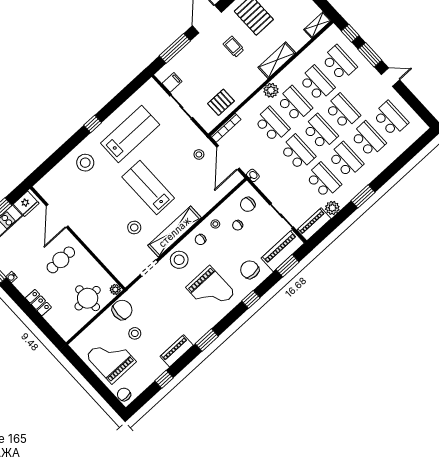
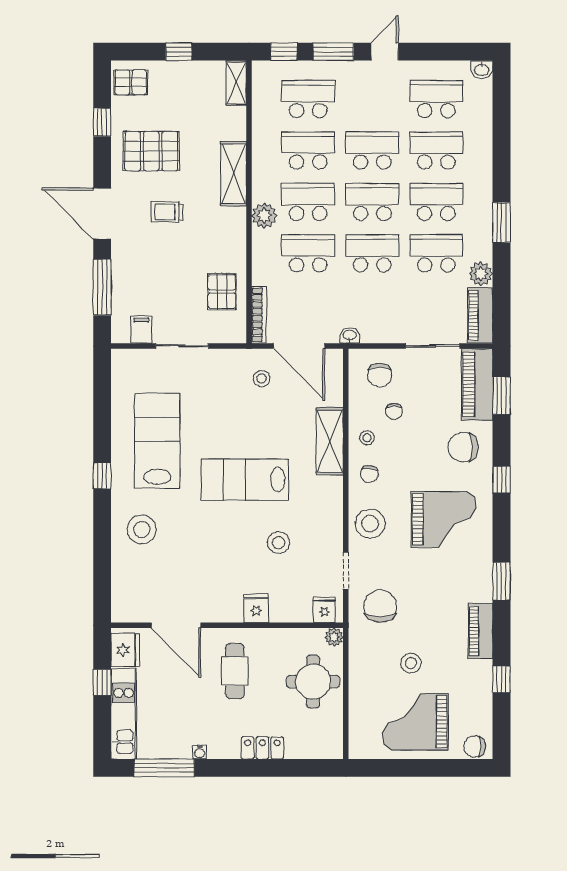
washbasin: (422, 126) -> (482, 69), added
shelving: (175, 232) -> (330, 441), moved, width x0.68
fridge: (97, 244) -> (256, 608), added
fridge: (123, 274) -> (324, 610), added
chair: (122, 310) -> (380, 606), moved

